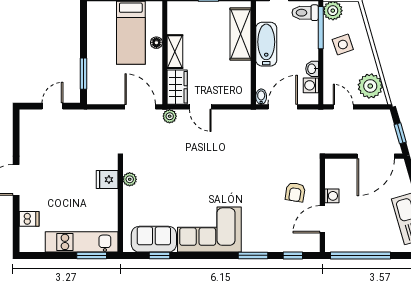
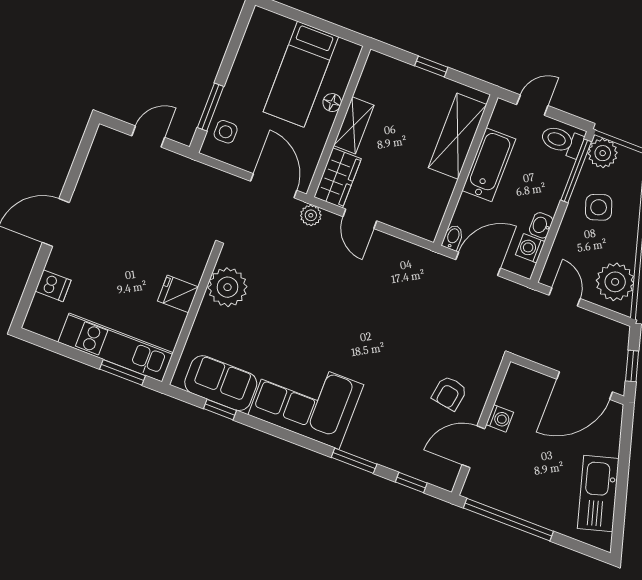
side table: (98, 85) -> (226, 132), added
plant: (130, 179) -> (228, 287), width x1.87, depth x1.87
fridge: (107, 180) -> (178, 294), moved

